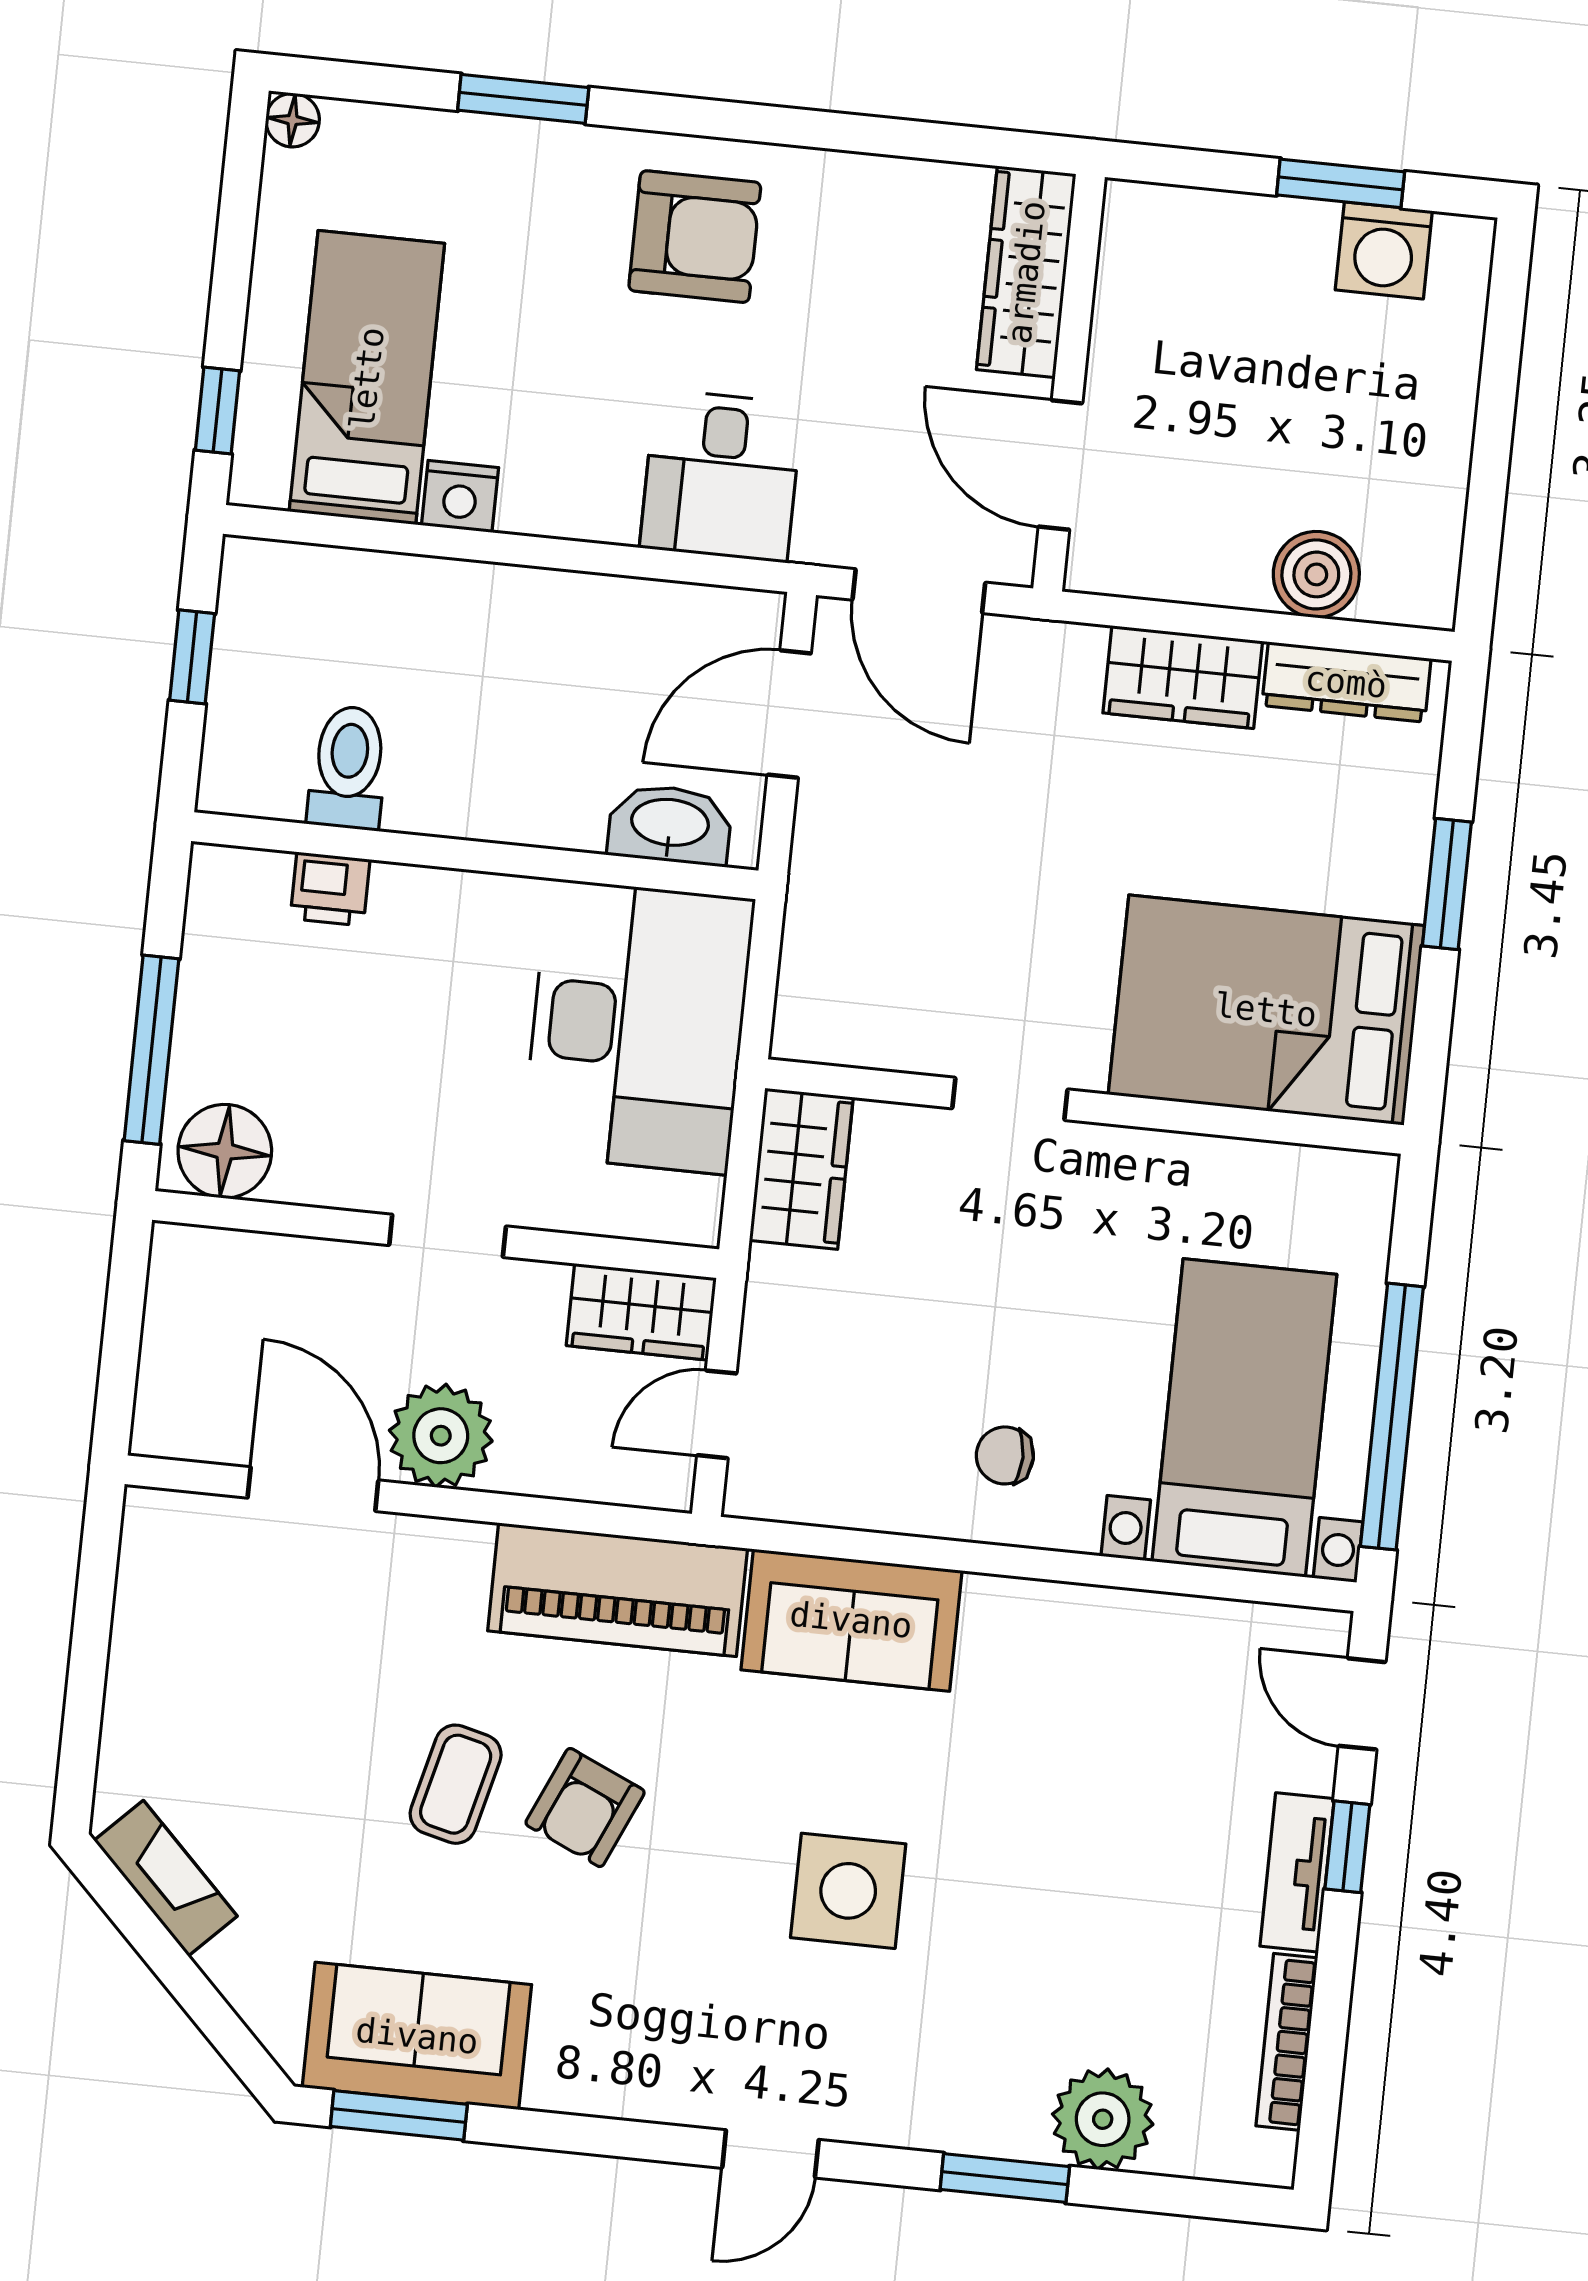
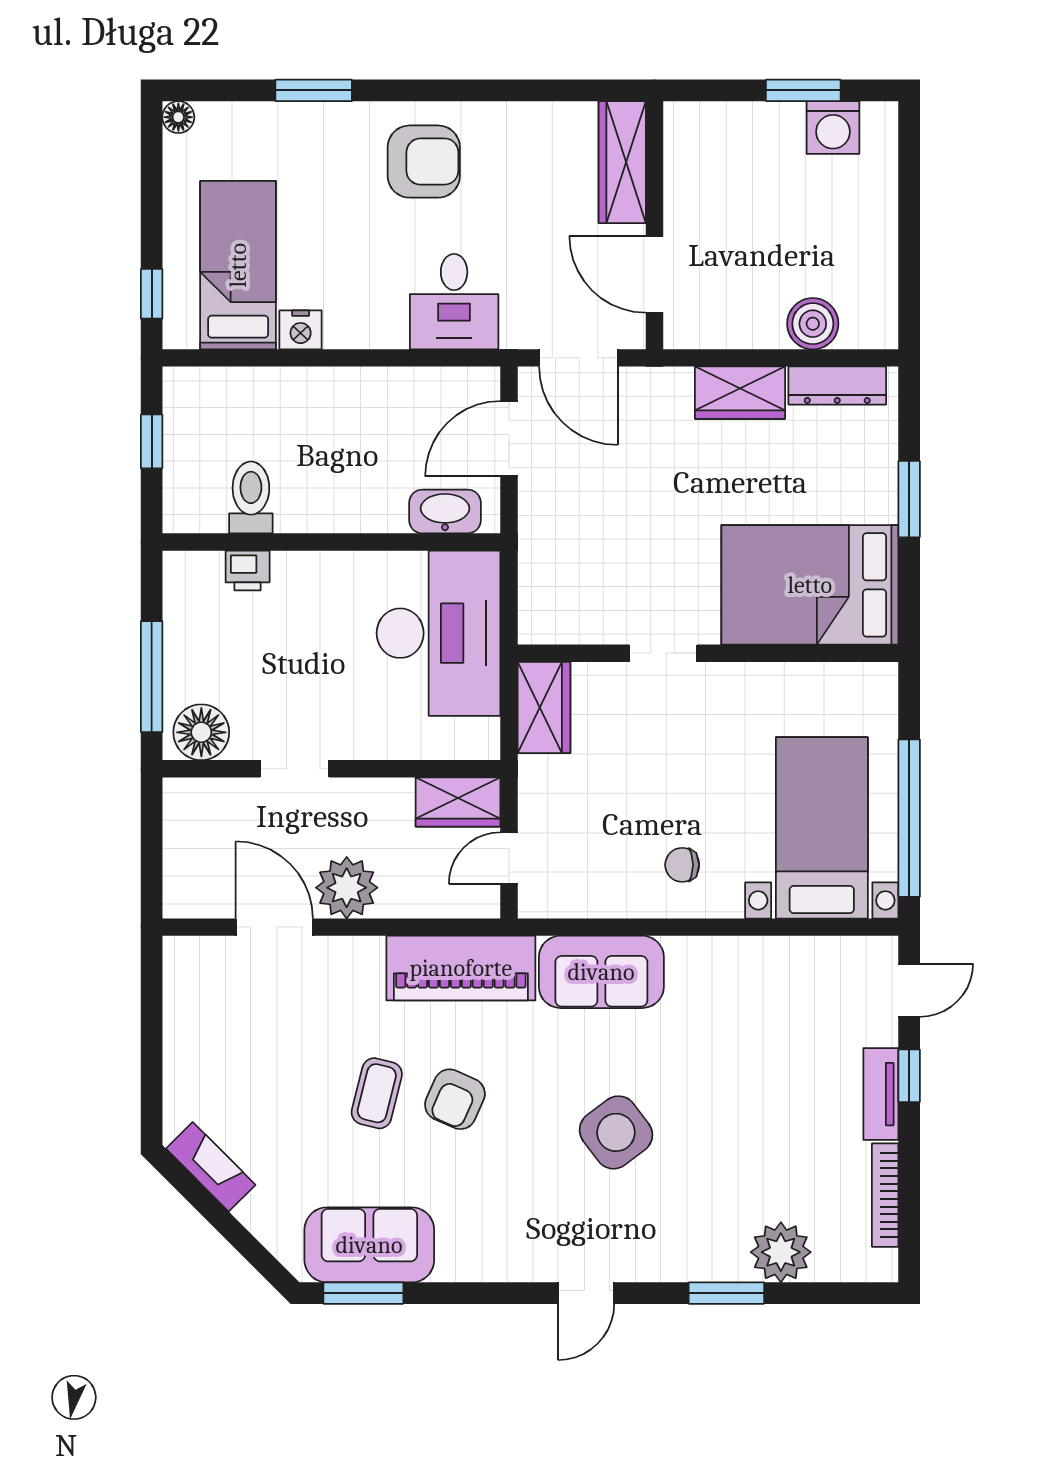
doorway: (448, 1236) -> (295, 769), moved
door: (1362, 1704) -> (909, 990), swing flipped
side table: (848, 1891) -> (616, 1132), turned -37

